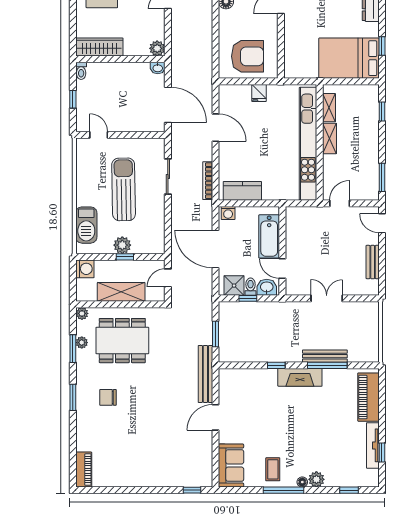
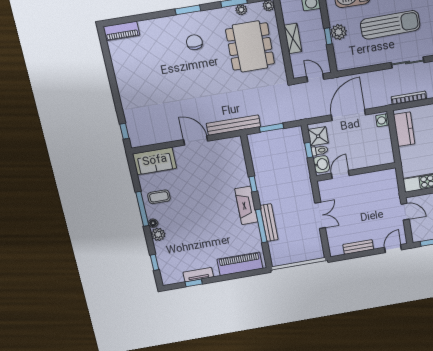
bathtub: (269, 236) -> (367, 159), removed
shelving: (121, 292) -> (293, 38), width x0.67, depth x0.75
tv unit: (373, 445) -> (198, 275), width x0.71

